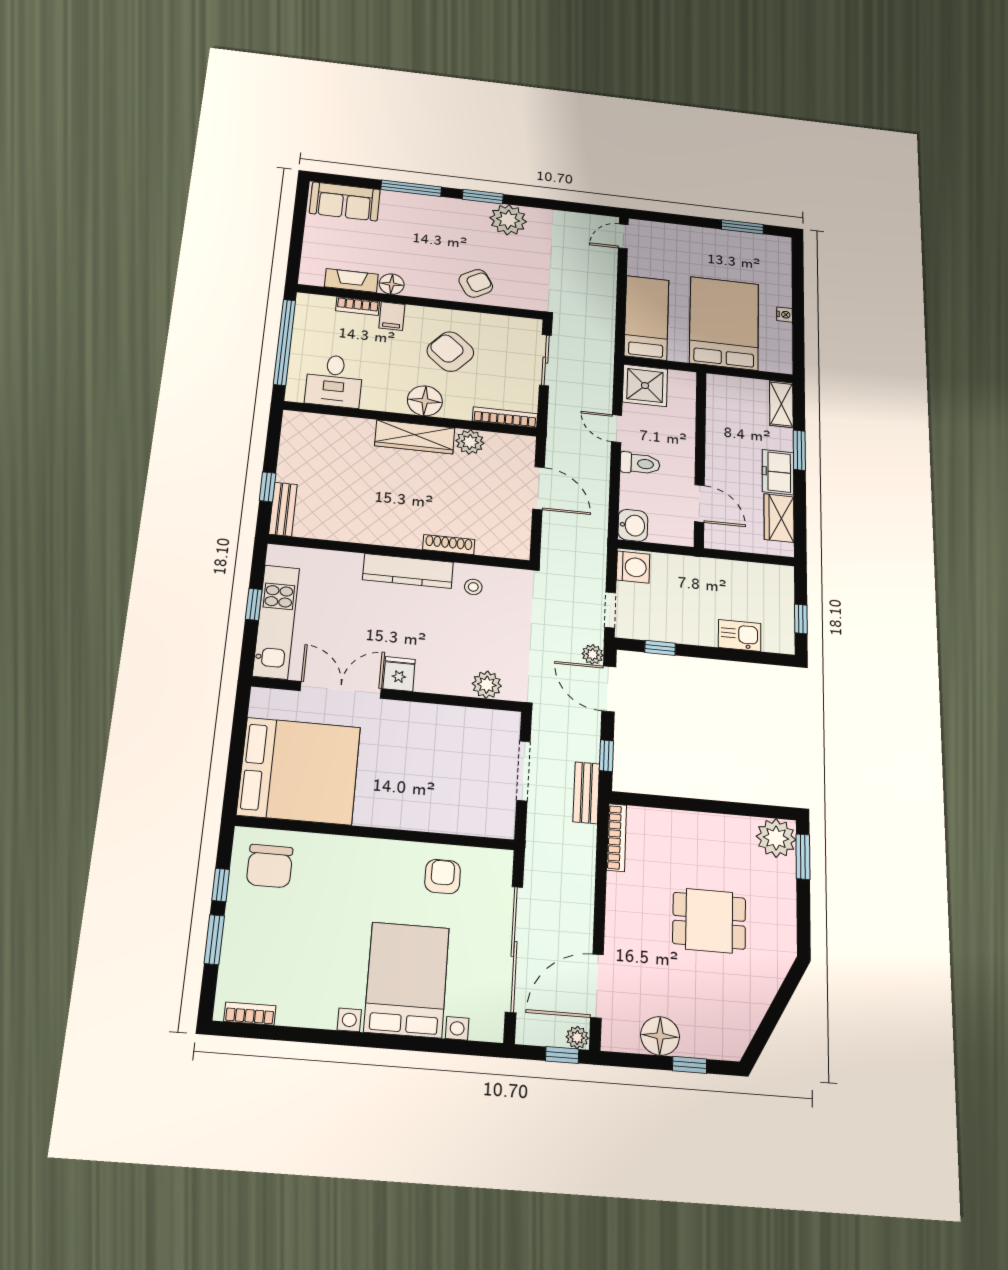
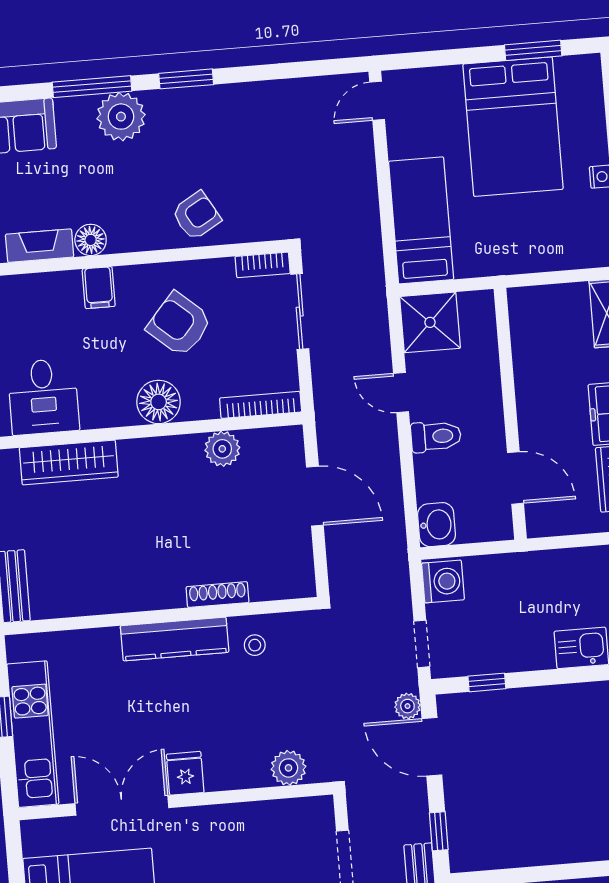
plant: (508, 220) -> (121, 117), moved
bookcase: (358, 306) -> (263, 265), moved
bed: (724, 323) -> (513, 127), moved, turned 180
wardrobe: (415, 437) -> (69, 462), moved

